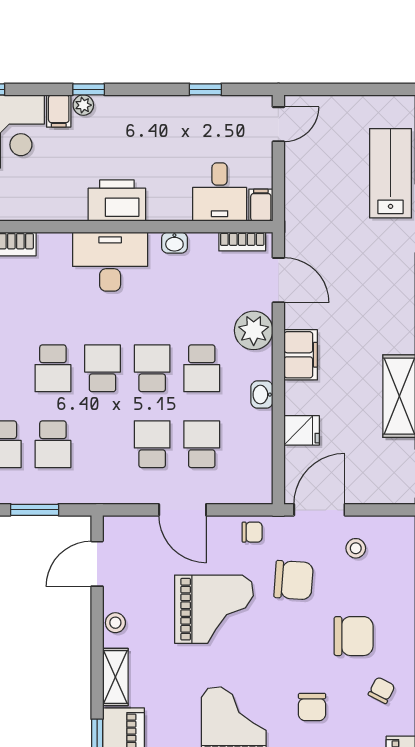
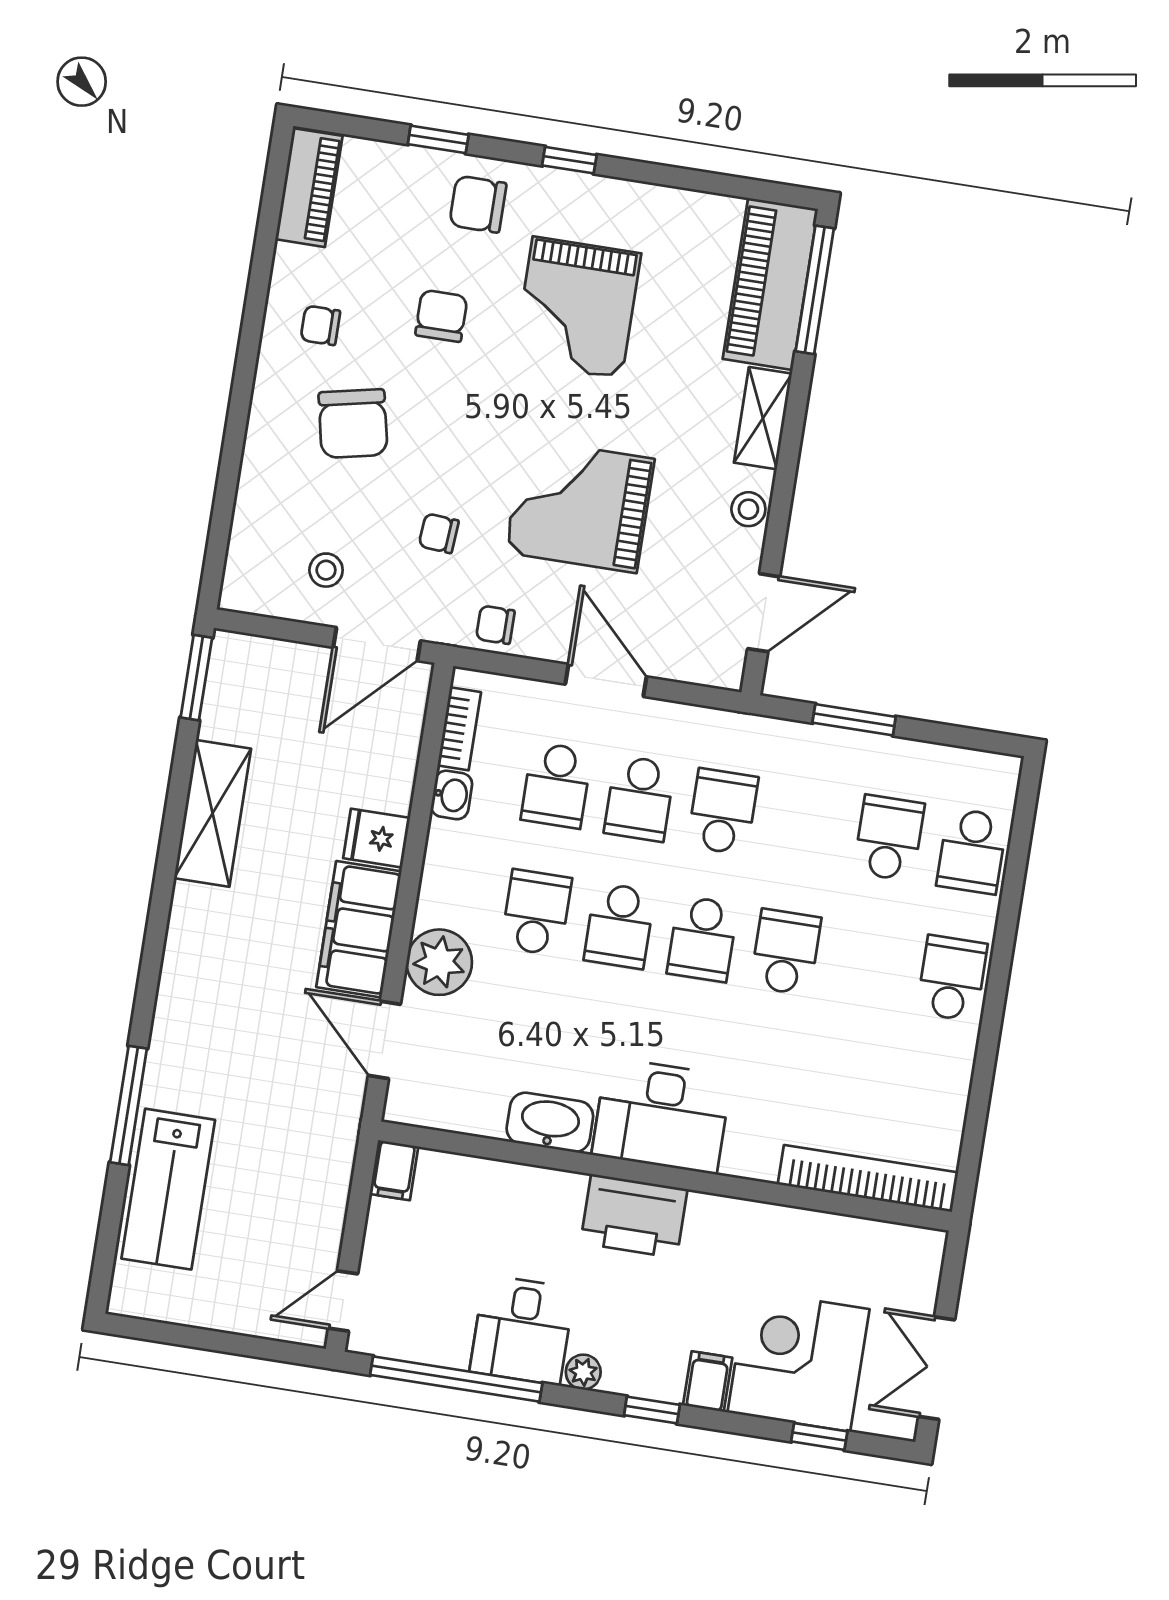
window: (205, 89) -> (456, 1379), width x3.17
plant: (83, 105) -> (583, 1372), moved
desk: (220, 192) -> (522, 1330), moved, turned 180
bookcase: (242, 242) -> (459, 729), moved, turned 90
washbasin: (174, 243) -> (550, 1122), width x1.91, depth x1.45
filing cabinet: (301, 355) -> (359, 929), width x1.50, depth x1.17
washbasin: (262, 395) -> (452, 795), moved
fridge: (302, 430) -> (377, 838), moved
school desk: (53, 444) -> (723, 812), moved
chair: (294, 580) -> (439, 533), width x0.54, depth x0.54
chair: (354, 636) -> (353, 424), turned -102
chair: (382, 690) -> (320, 325), turned 63

